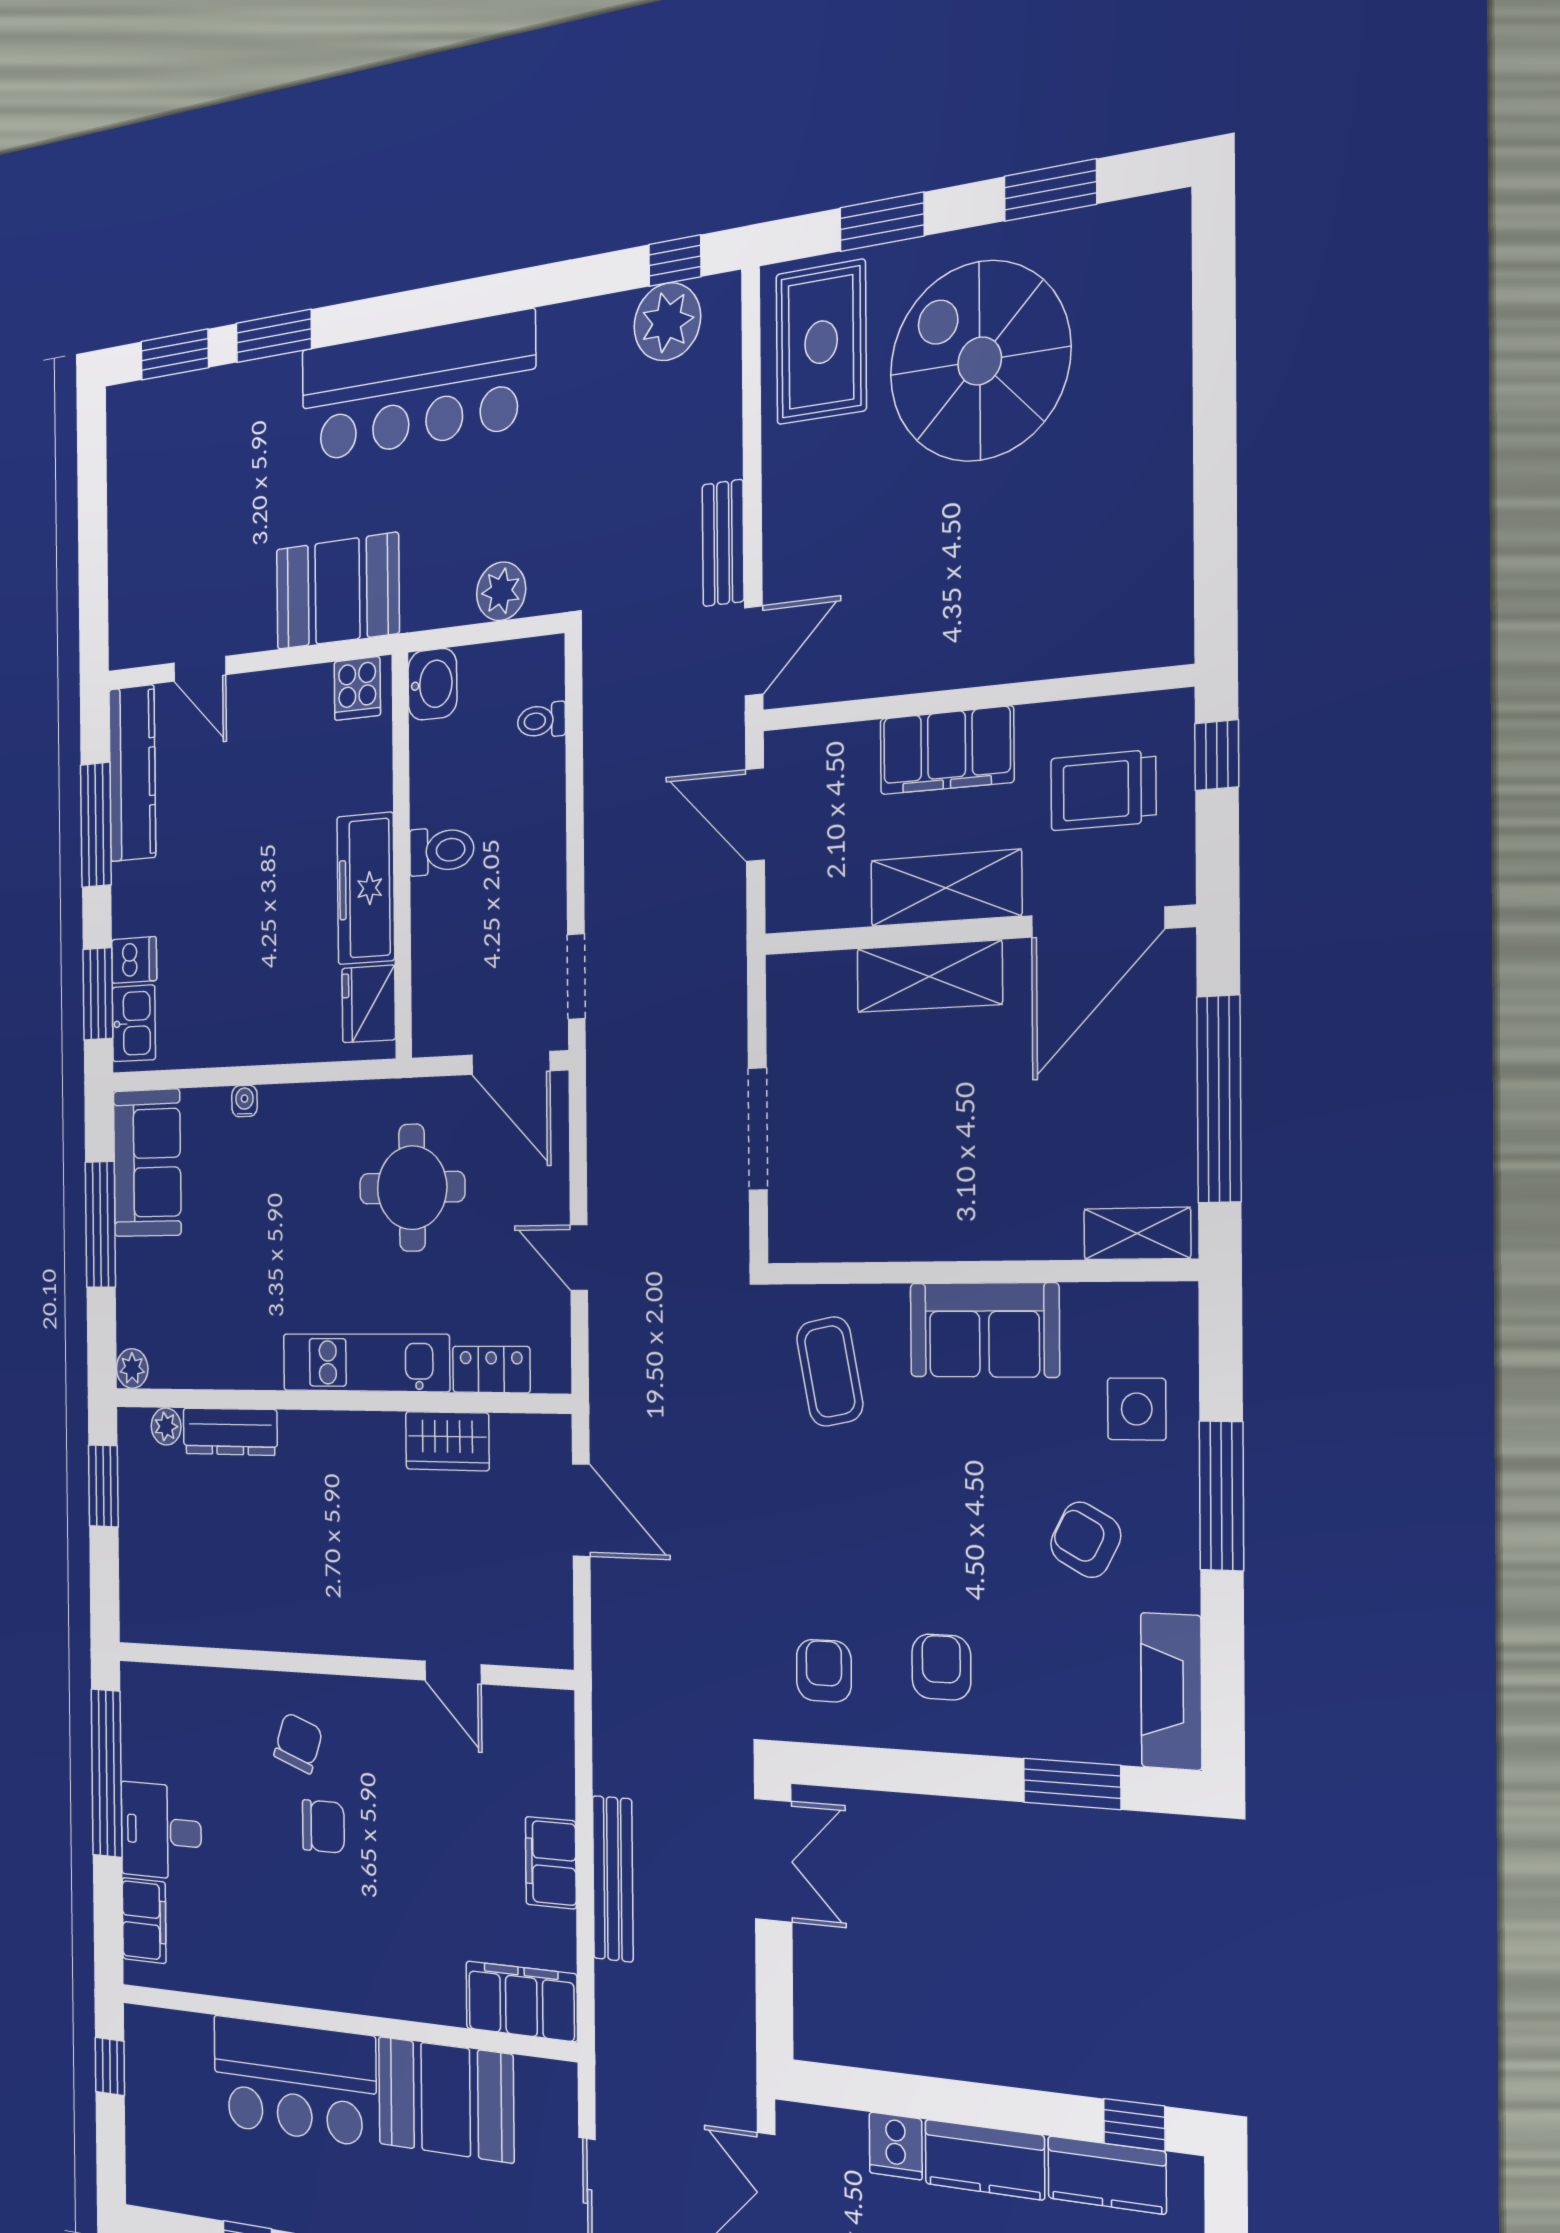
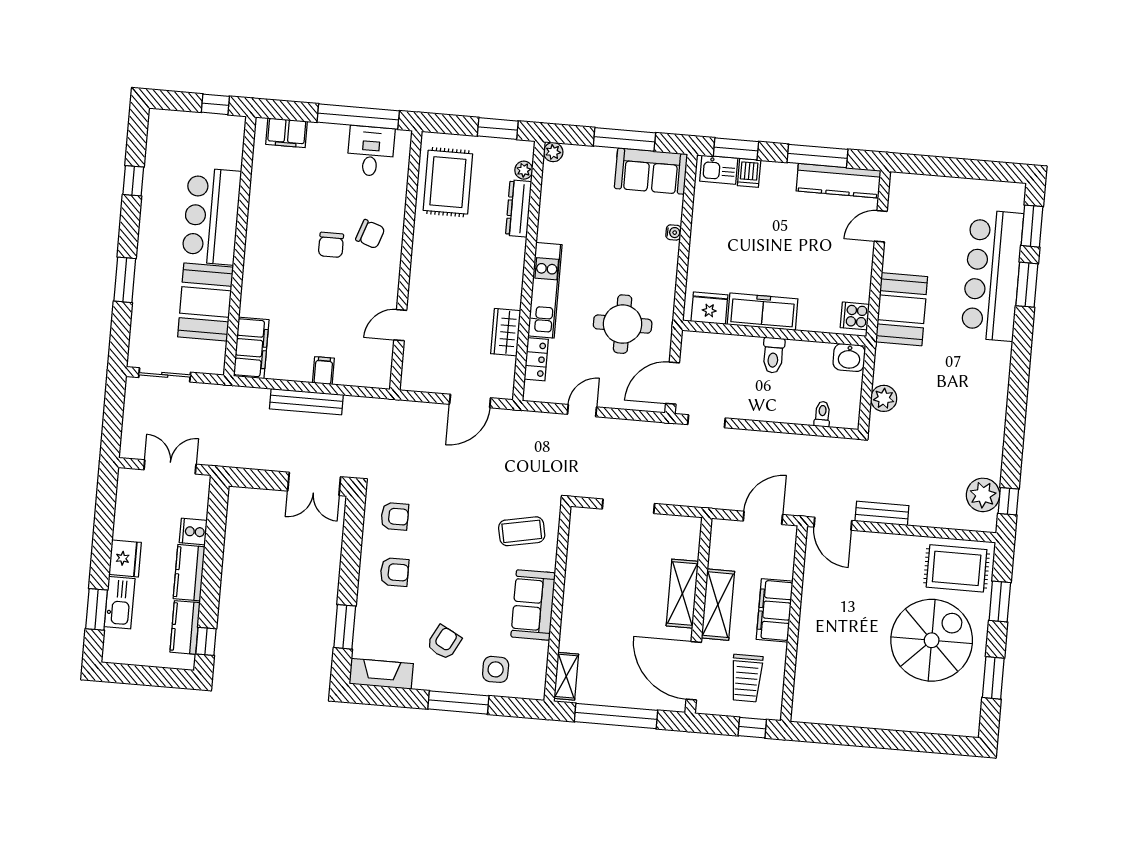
bar counter: (417, 387) -> (992, 275), moved
trolley: (1103, 790) -> (747, 678), turned 180
rug: (198, 1583) -> (448, 182), added
desk: (161, 1831) -> (371, 151), moved
filing cabinet: (551, 1863) -> (323, 371), width x0.50

